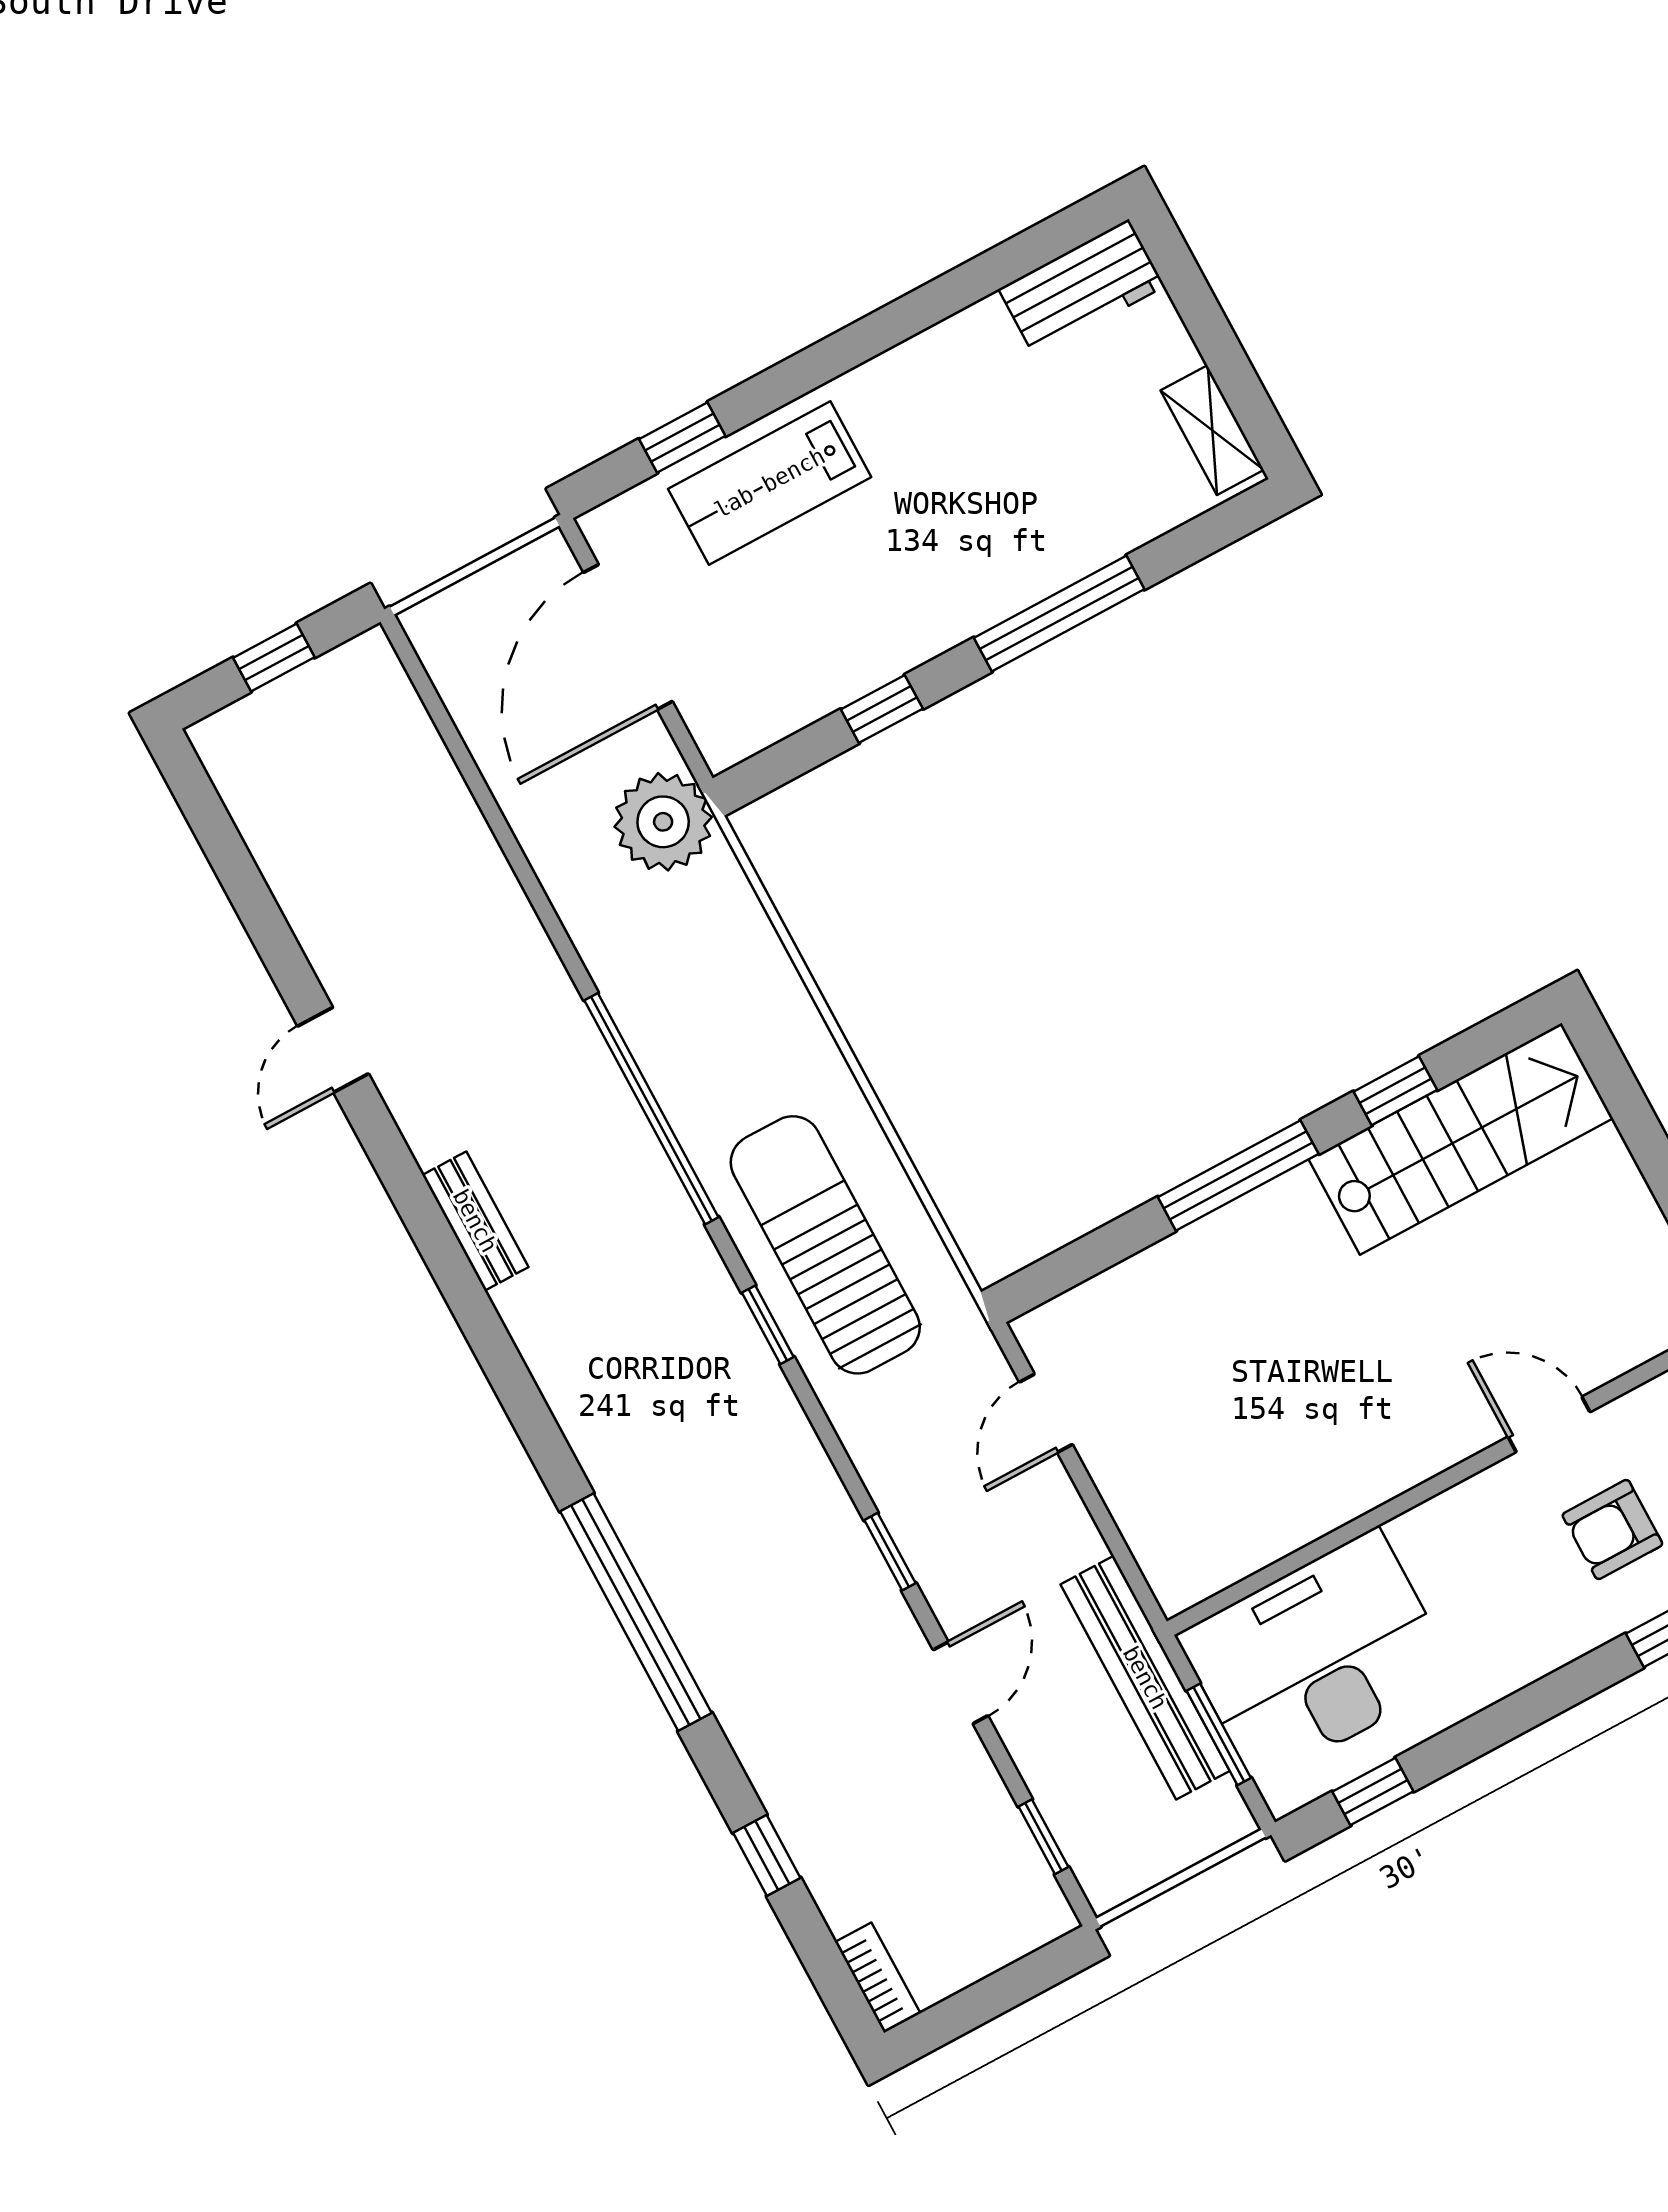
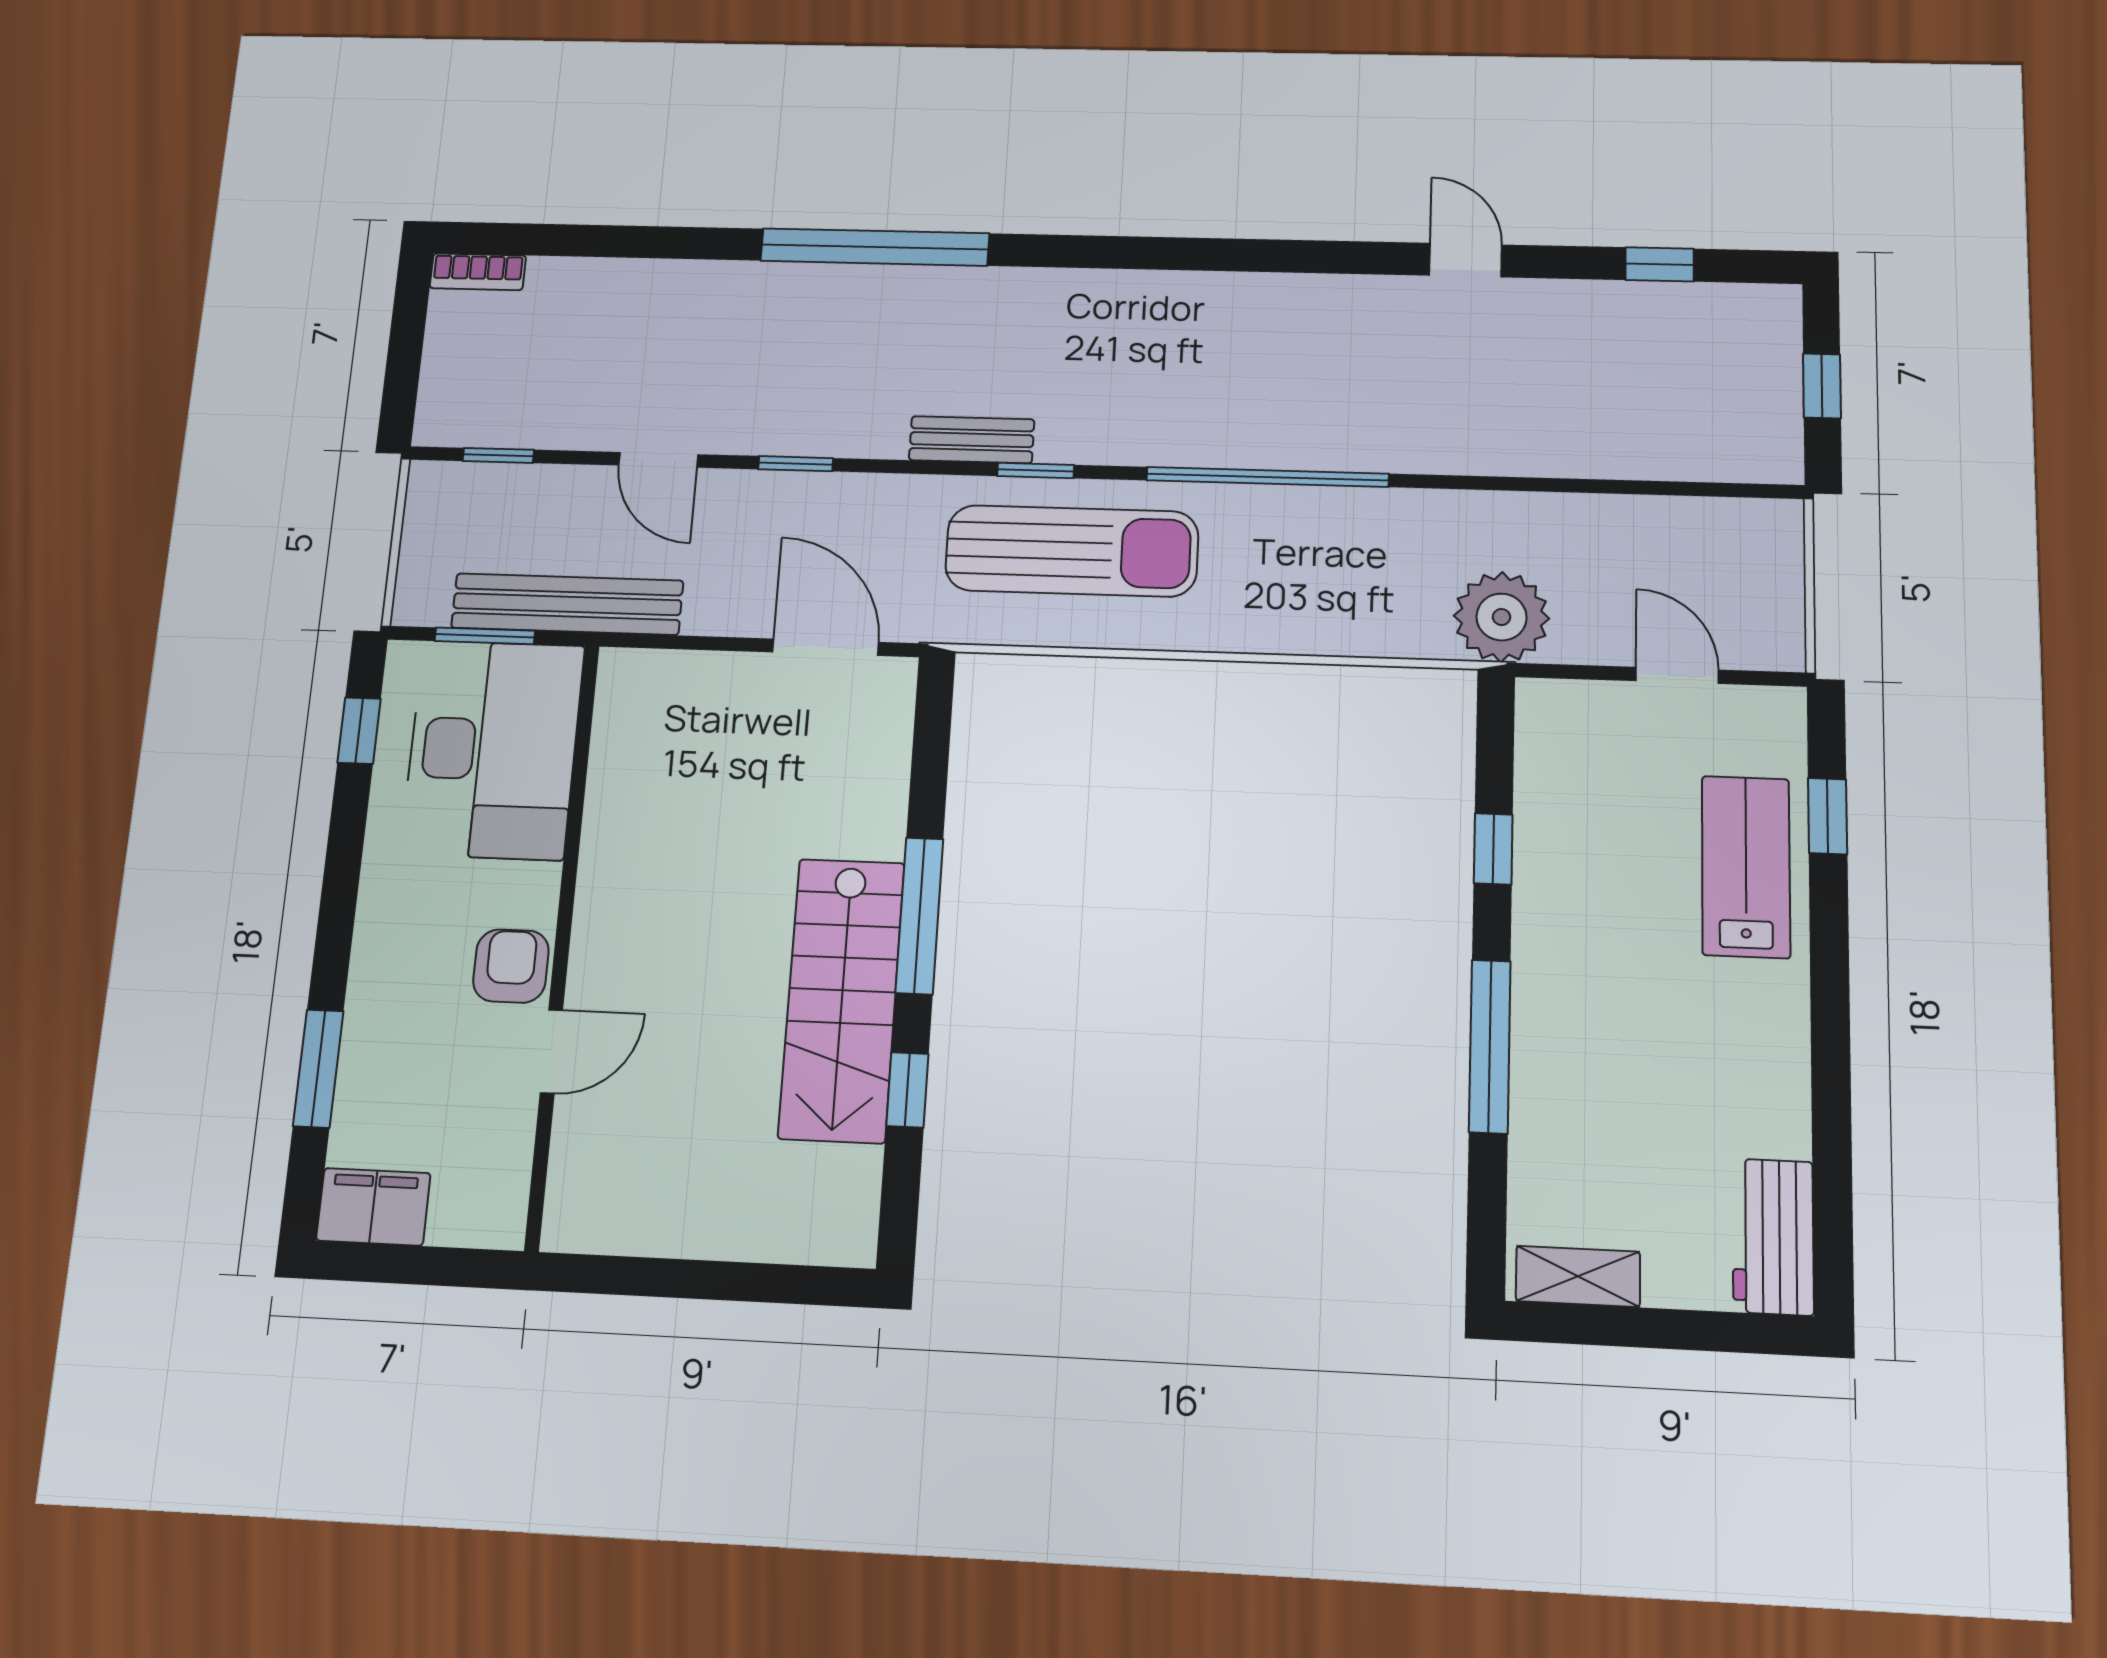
door: (628, 637) -> (1677, 675), width x0.53
stairs: (1461, 1139) -> (842, 1000), moved
bench: (475, 1221) -> (972, 440), moved
door: (1046, 1413) -> (826, 647), width x1.38
armchair: (1612, 1530) -> (511, 966), moved
window: (767, 1855) -> (1660, 264), moved

